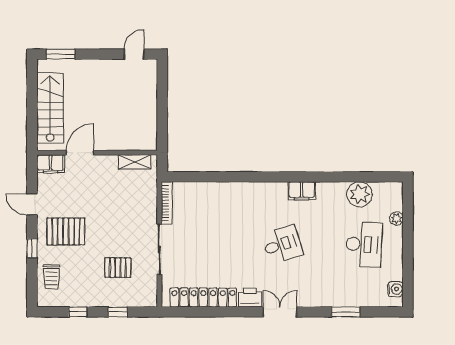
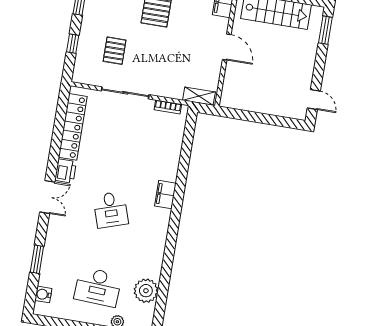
door: (80, 153) -> (227, 47), moved
shelving: (135, 162) -> (199, 96), moved, turned 90
filing cabinet: (302, 191) -> (165, 195), moved
bookcase: (167, 203) -> (168, 107), width x0.64
water cooler: (395, 289) -> (43, 294), moved, turned 90

